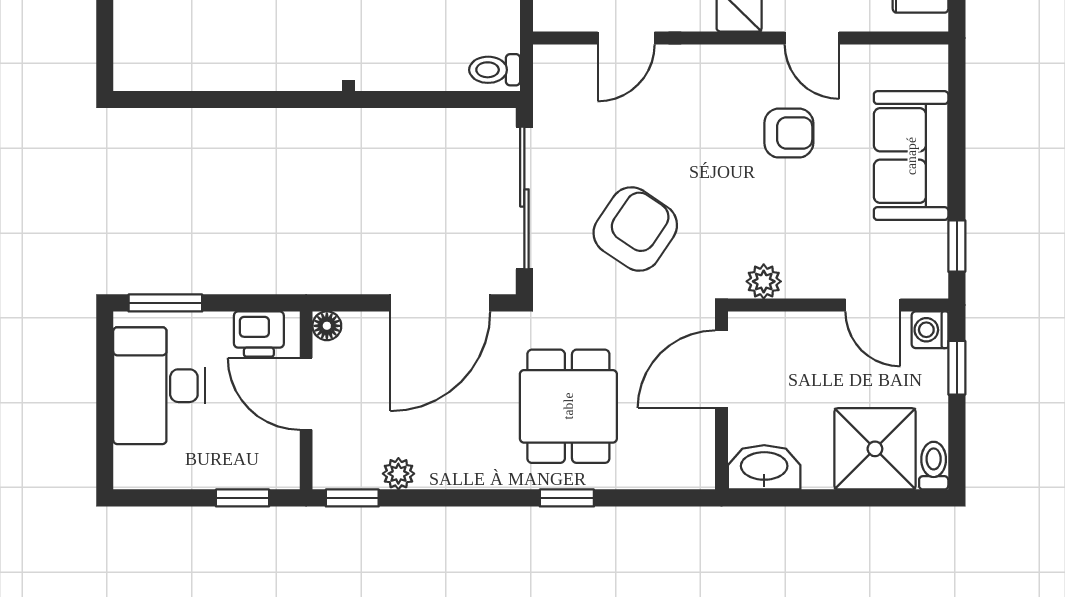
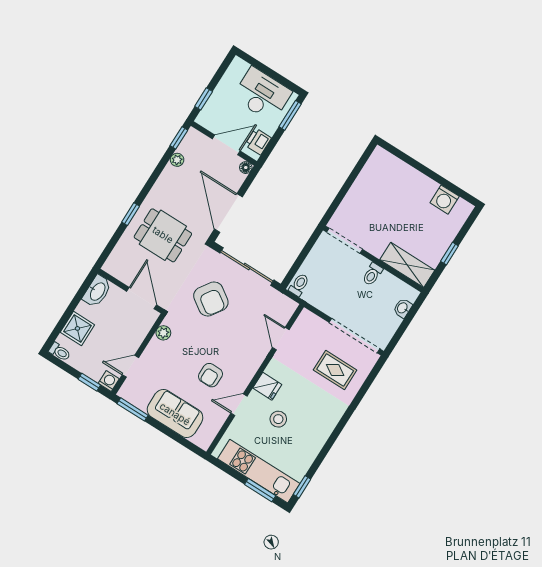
window: (957, 246) -> (133, 409), width x1.50
shower: (875, 449) -> (77, 328), width x0.73, depth x0.73

